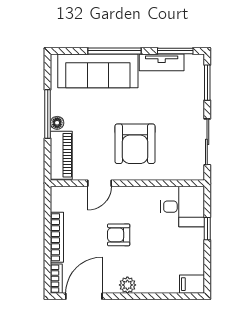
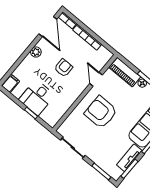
desk: (182, 207) -> (37, 97), moved

